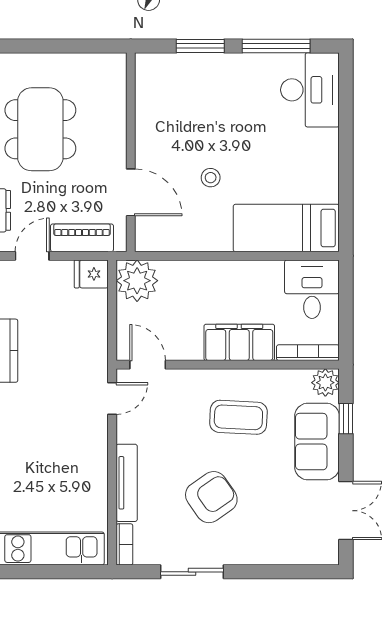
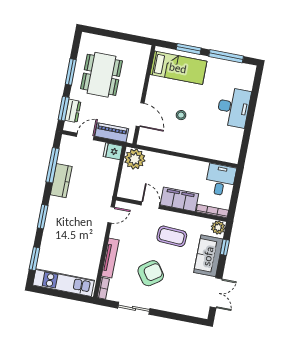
desk: (310, 90) -> (234, 107), moved
bed: (286, 228) -> (178, 68), moved, turned 180
door: (148, 365) -> (150, 205), moved

